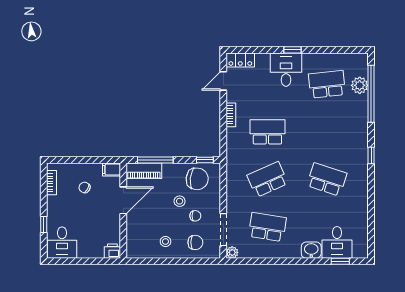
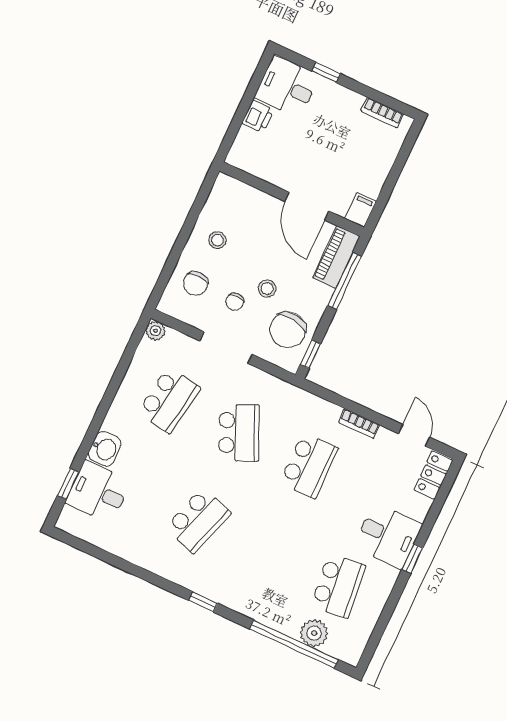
chair: (85, 187) -> (353, 158), removed
doorway: (223, 230) -> (226, 348), moved
printer: (112, 251) -> (258, 116), moved

